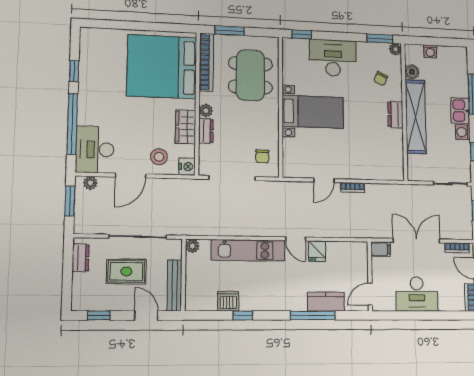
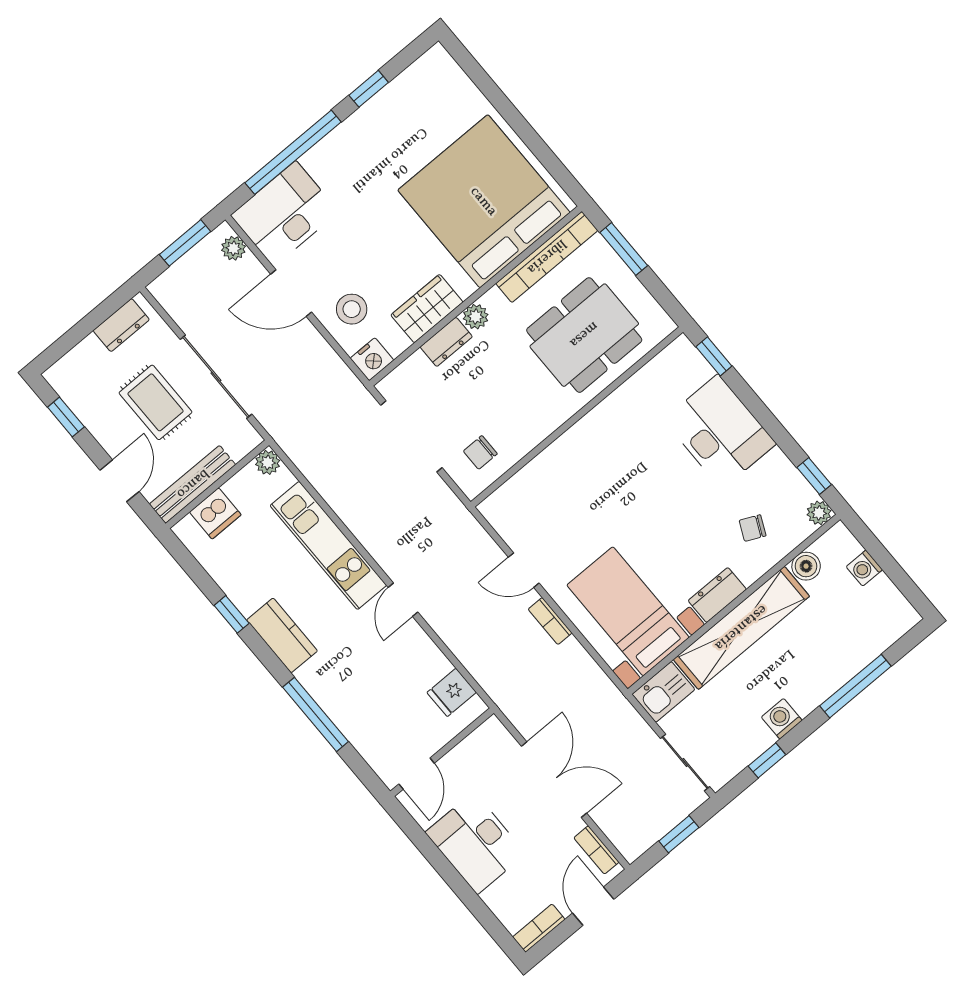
window: (380, 39) -> (814, 476), width x0.67
kitchen sink: (460, 111) -> (663, 692), moved, turned 180
bed with nightstands: (313, 112) -> (628, 611), moved, turned 180
filing cabinet: (381, 249) -> (495, 736), removed
fridge: (317, 251) -> (452, 692), moved
door: (370, 294) -> (417, 774), swing flipped
dishwasher: (228, 301) -> (215, 513), moved, turned 90
kitchen counter: (326, 302) -> (282, 635), moved

